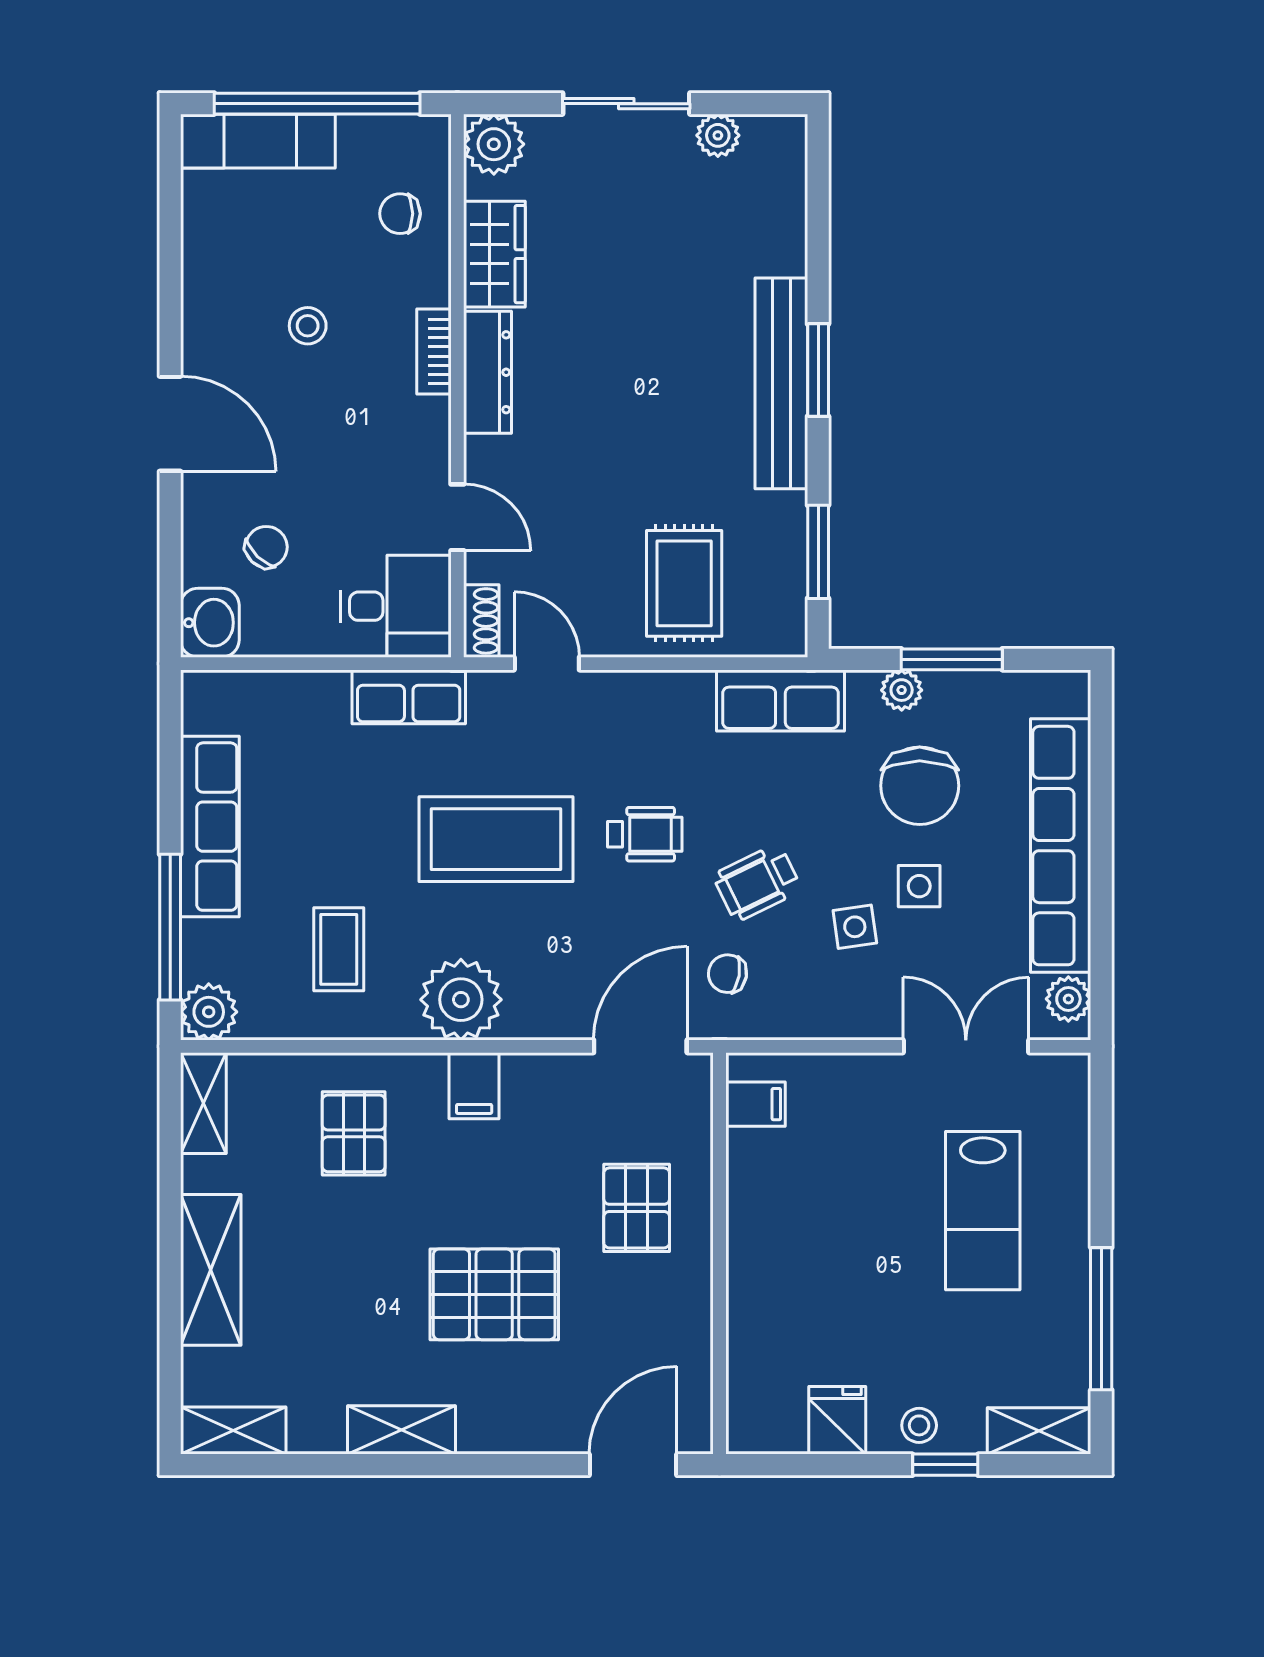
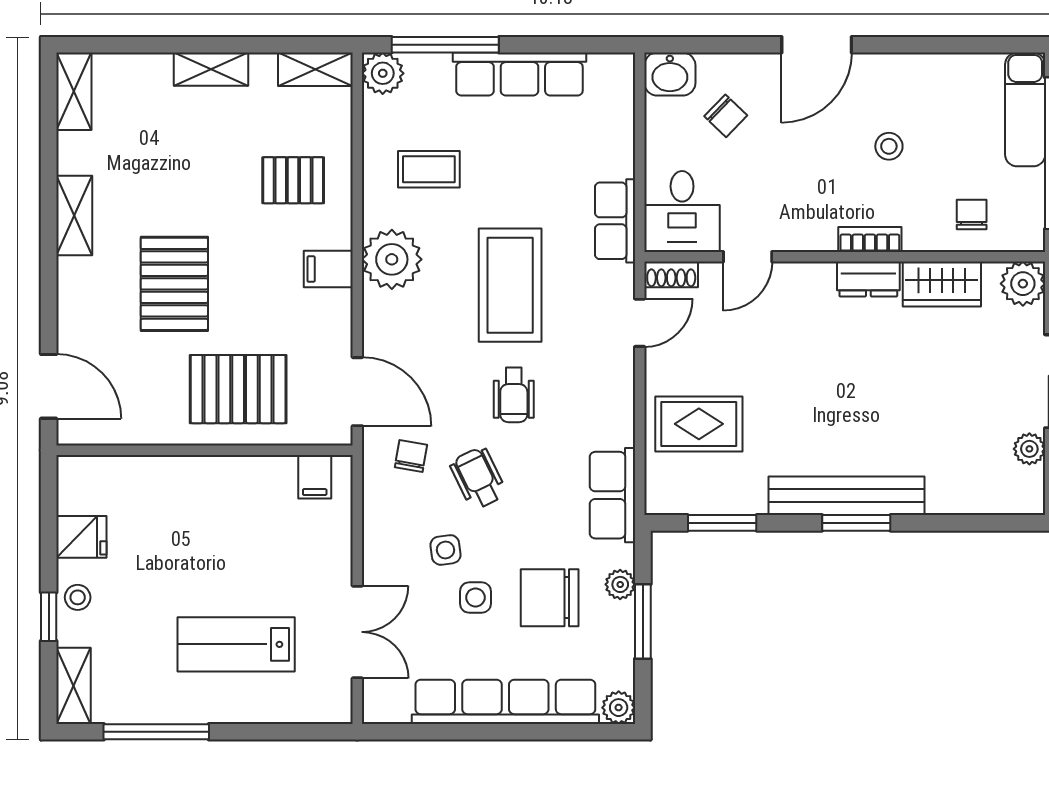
dresser: (488, 372) -> (868, 279), width x0.70
plant: (1068, 999) -> (619, 708), moved
pallet: (637, 1208) -> (238, 389), width x1.50, depth x1.42
shelving: (211, 1270) -> (211, 69), width x0.67, depth x0.75

